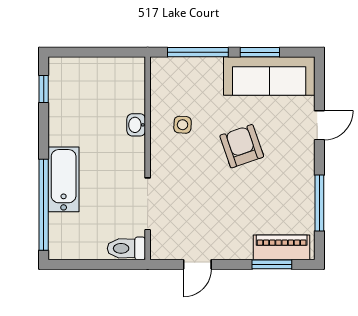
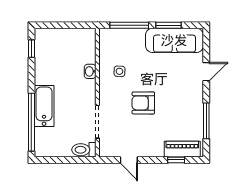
armchair: (242, 146) -> (143, 103), moved, turned -71
door: (197, 264) -> (129, 160), hinge flipped
window: (272, 264) -> (176, 160), width x0.67

